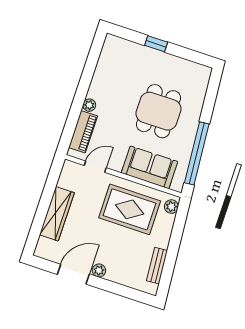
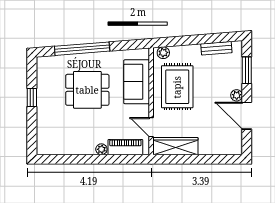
window: (156, 44) -> (32, 98), moved
window: (197, 153) -> (82, 49), moved
wardrobe: (57, 214) -> (175, 146), moved
window: (122, 291) -> (247, 70), added

